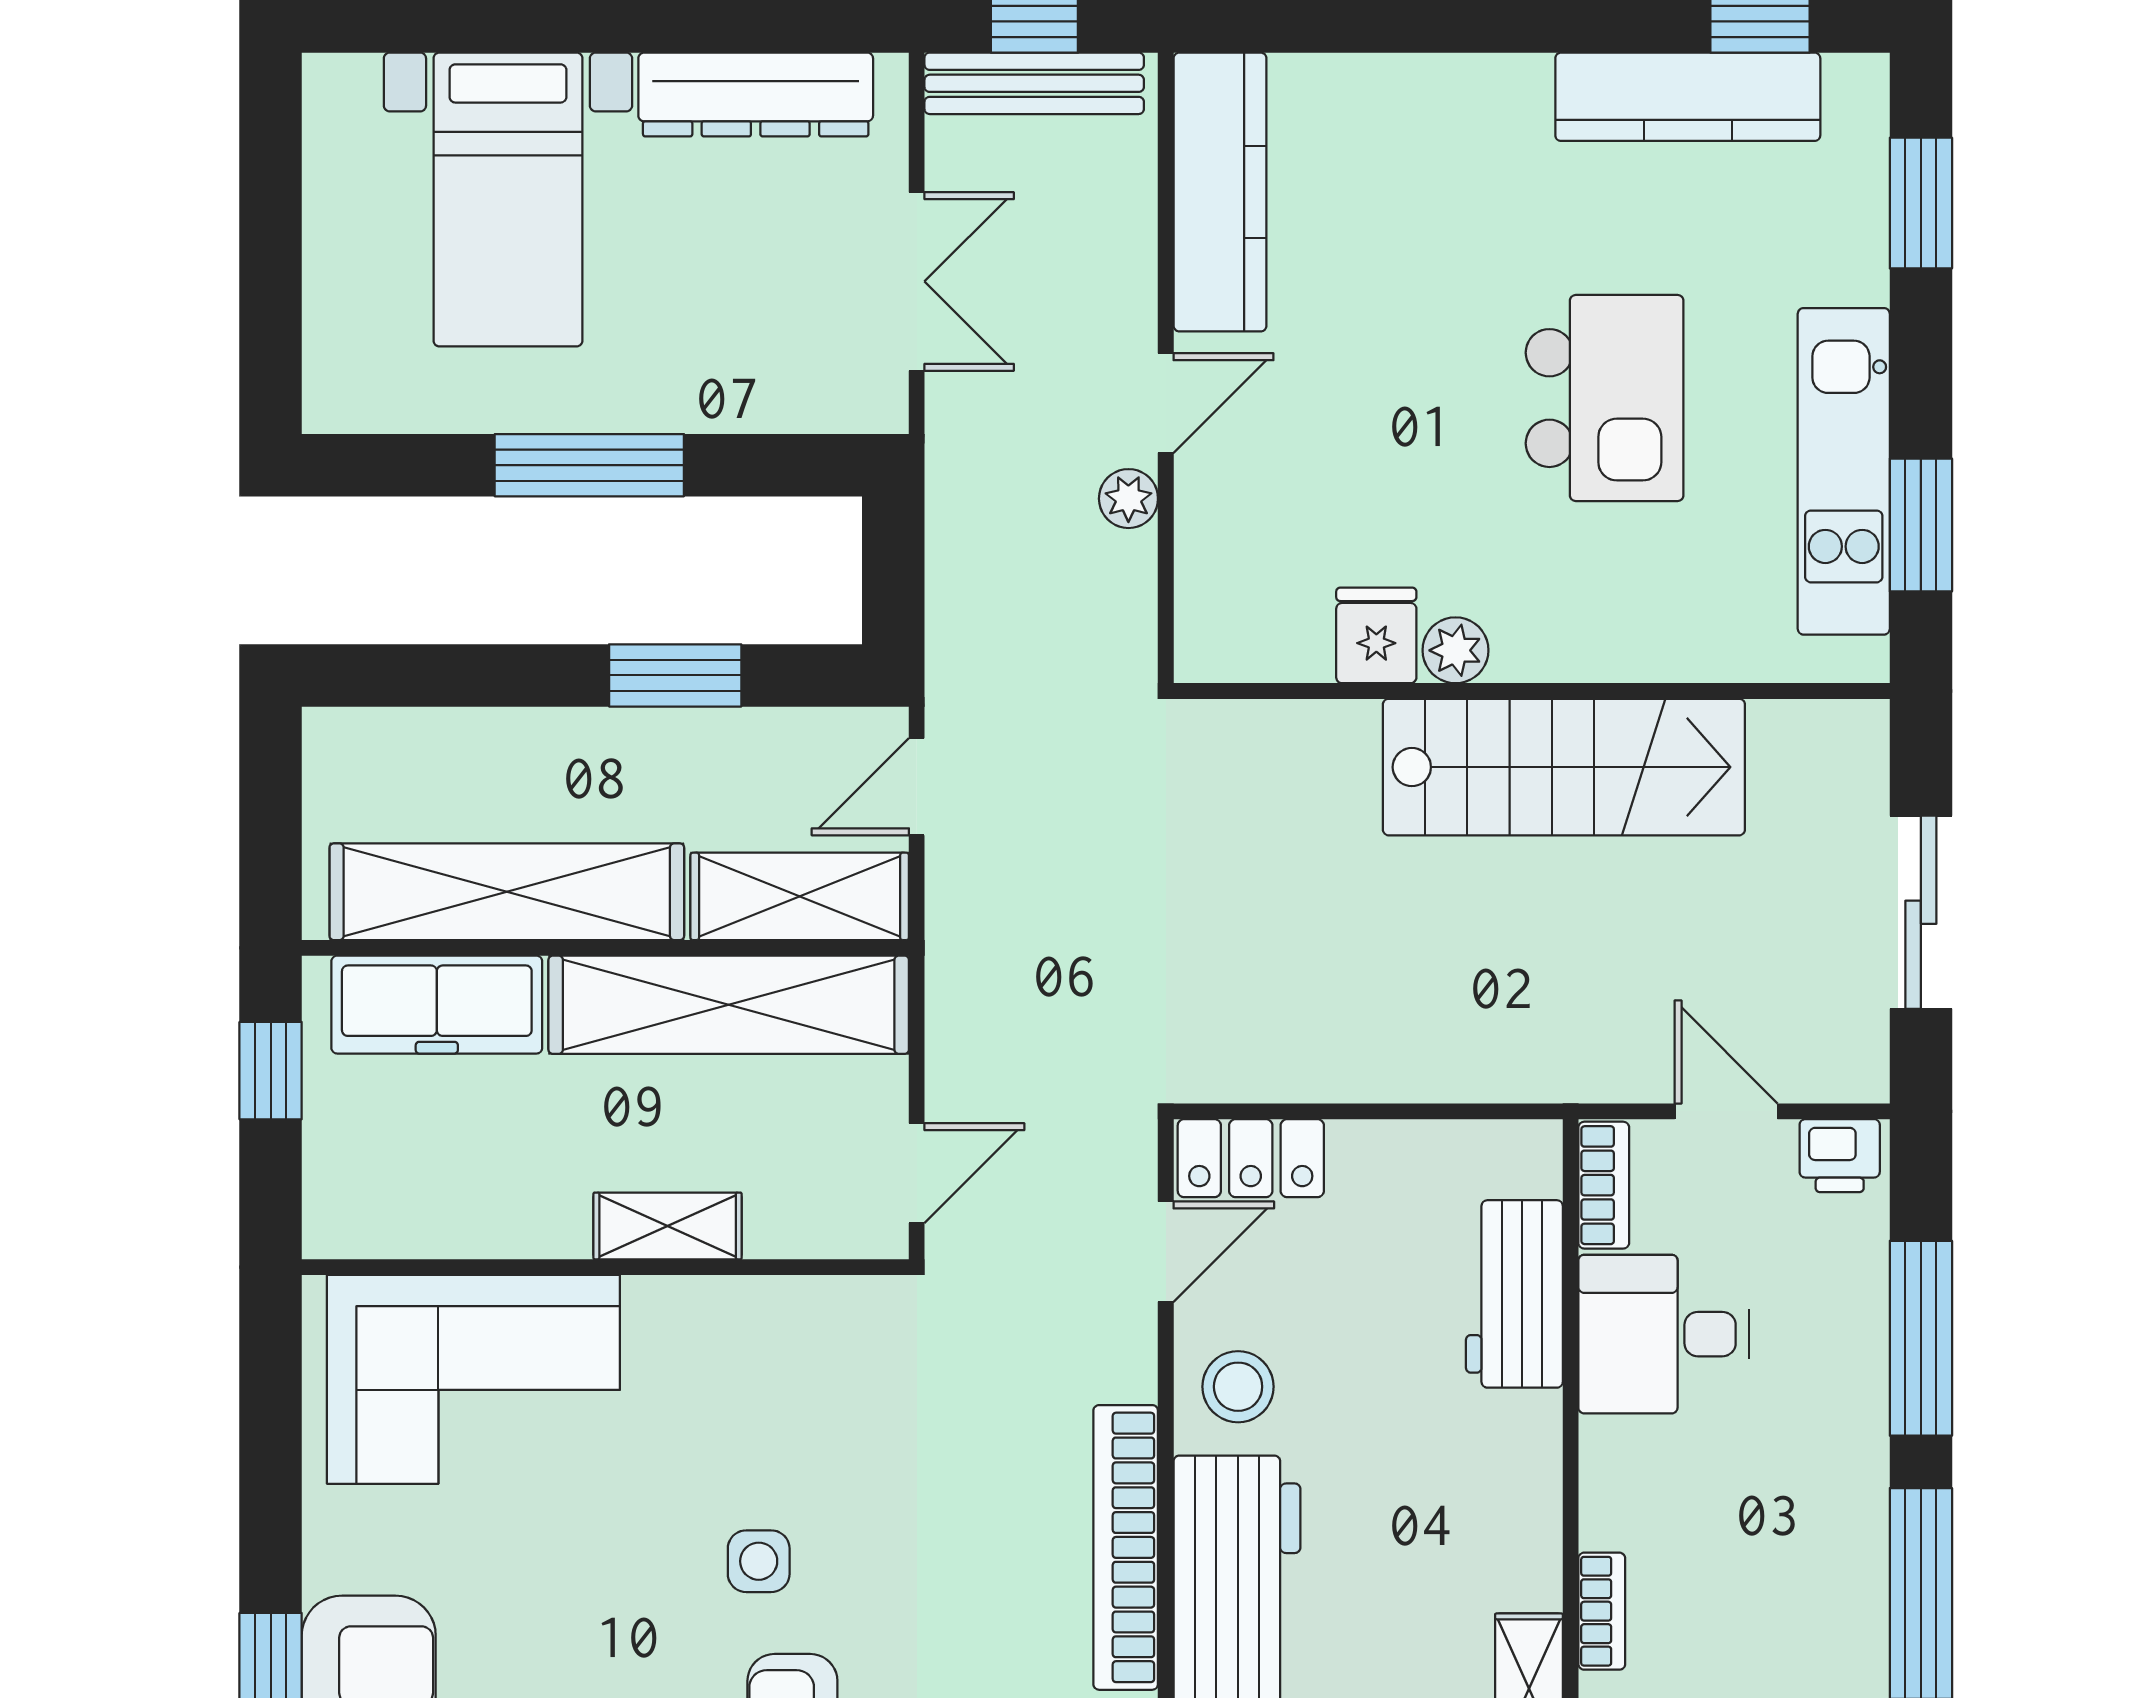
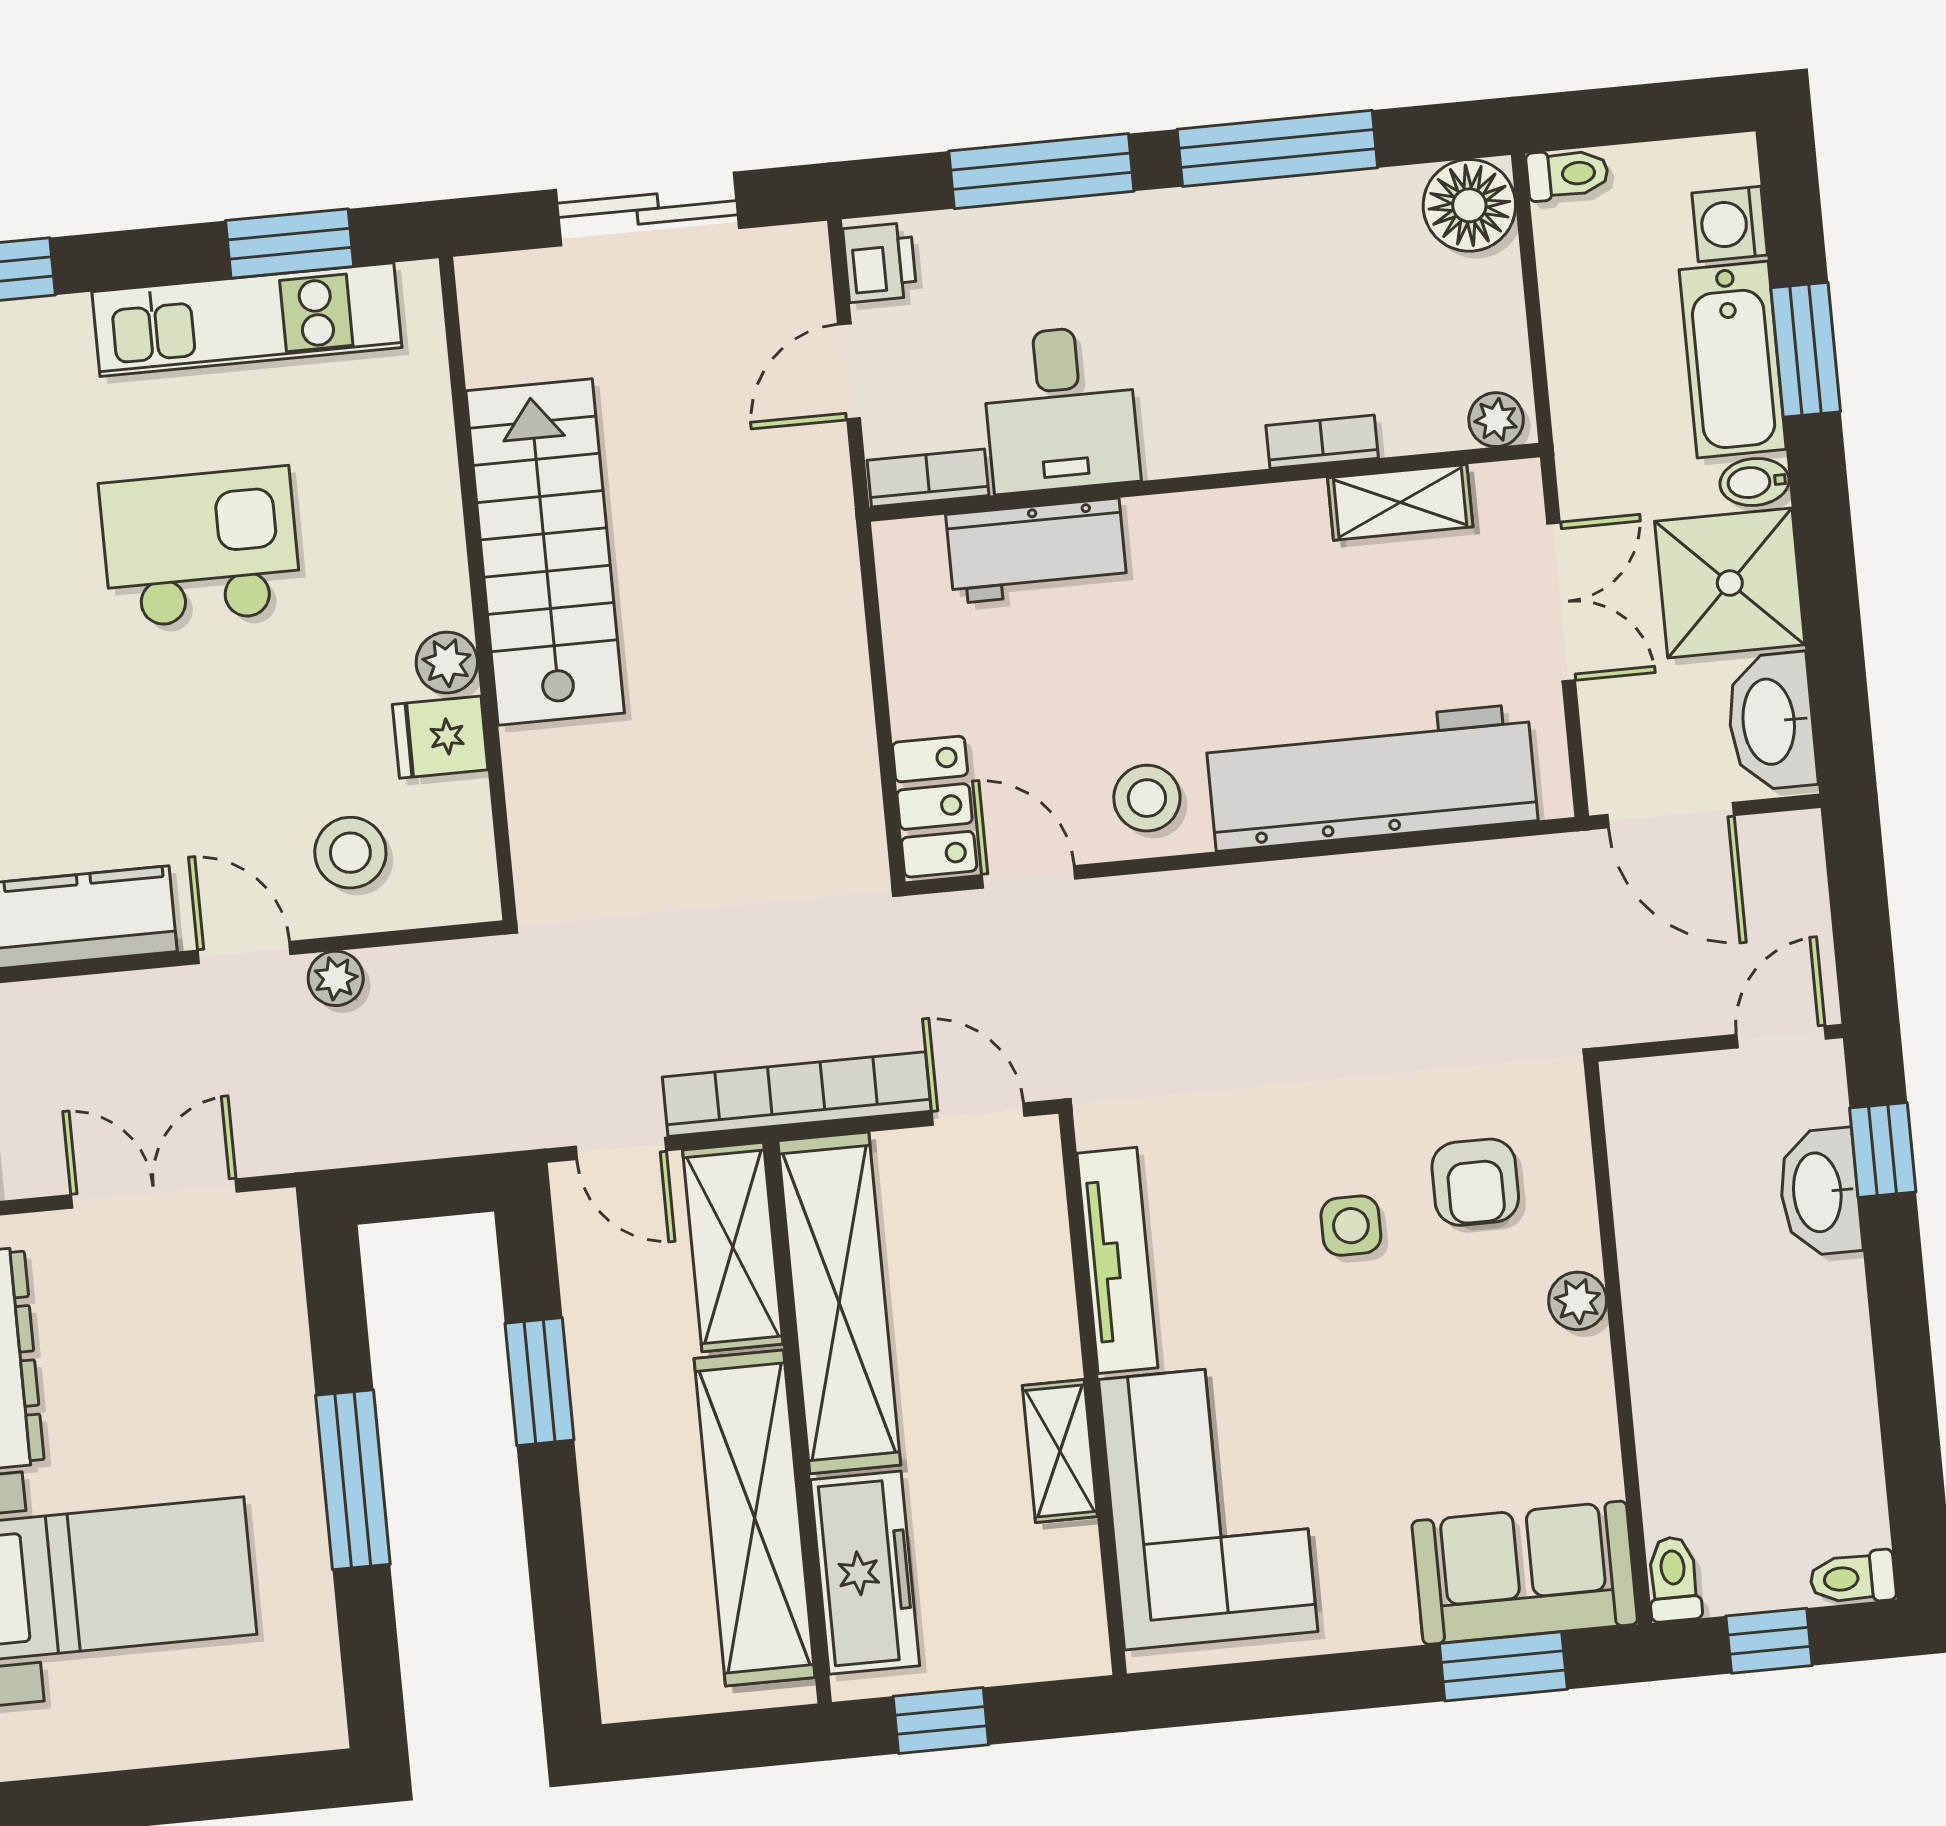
stool: (1262, 527) -> (350, 853), added
shelving: (668, 1226) -> (1060, 1451), moved
tv unit: (745, 1307) -> (1117, 1260), added
bookcase: (1126, 1547) -> (797, 1094), moved, turned 180

